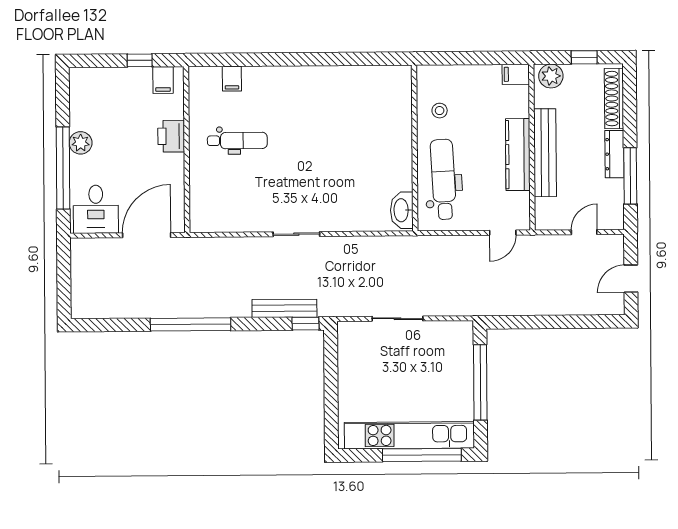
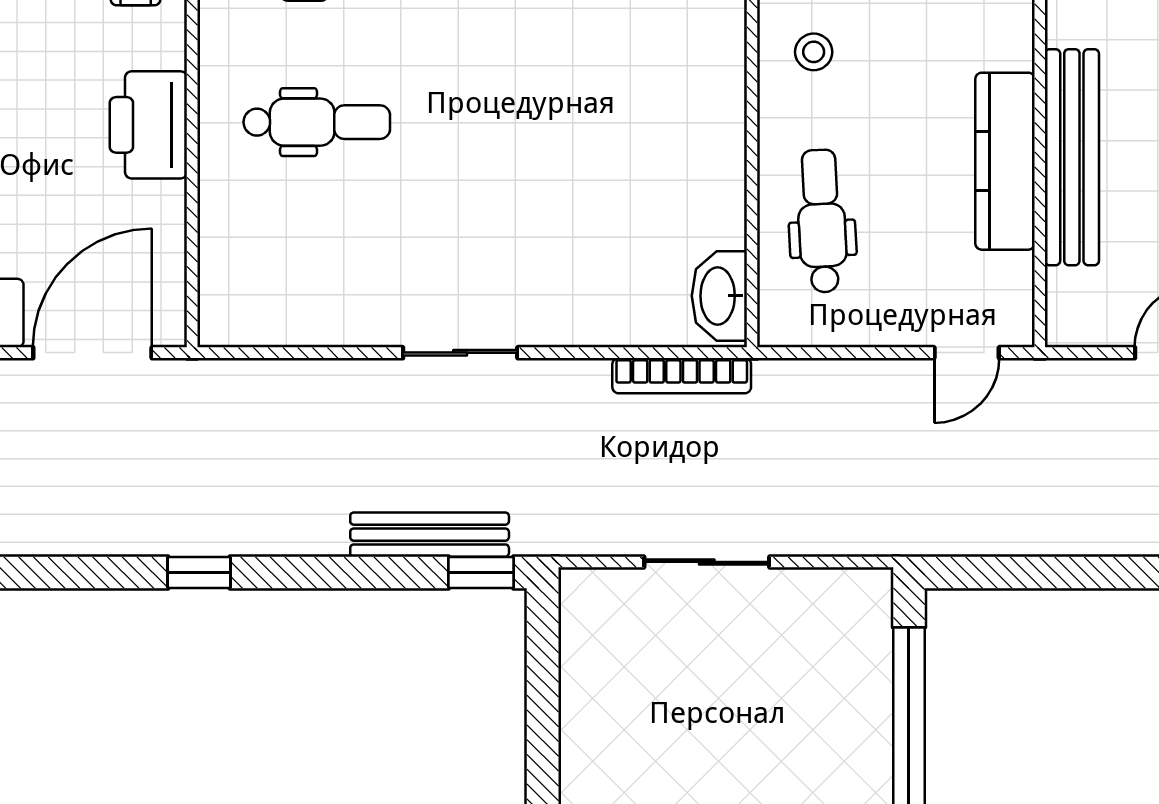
printer: (171, 136) -> (148, 125), width x1.37, depth x1.19
dental chair: (443, 179) -> (822, 221), width x0.73, depth x0.72
bookcase: (387, 243) -> (682, 376), added
window: (191, 324) -> (199, 572), width x0.32

